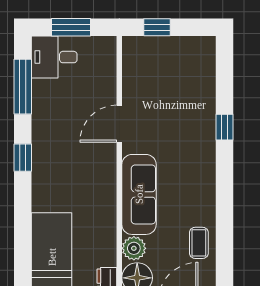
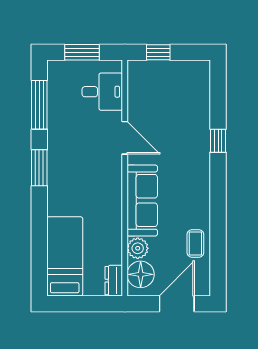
desk: (54, 57) -> (102, 92), moved, turned 180
door: (119, 124) -> (125, 138), swing flipped
window: (23, 158) -> (39, 168), width x1.50

